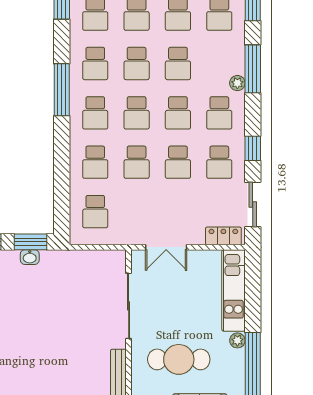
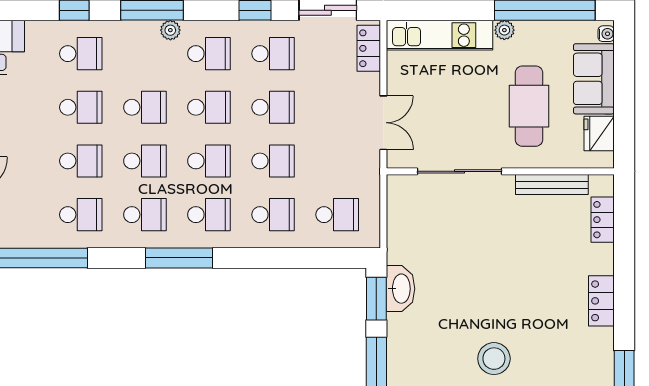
washbasin: (30, 257) -> (400, 289), width x1.91, depth x1.45

